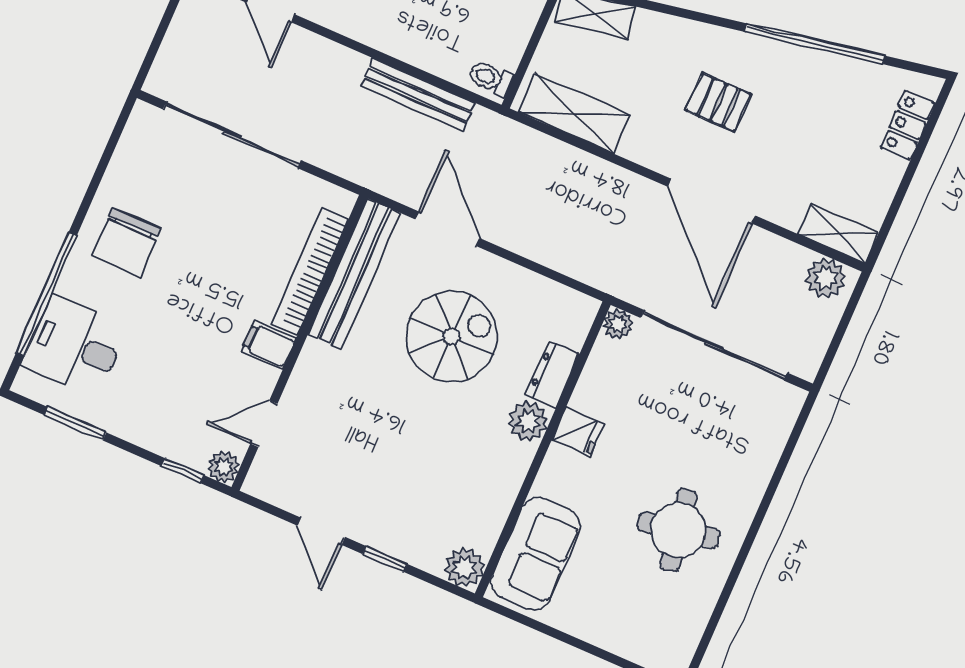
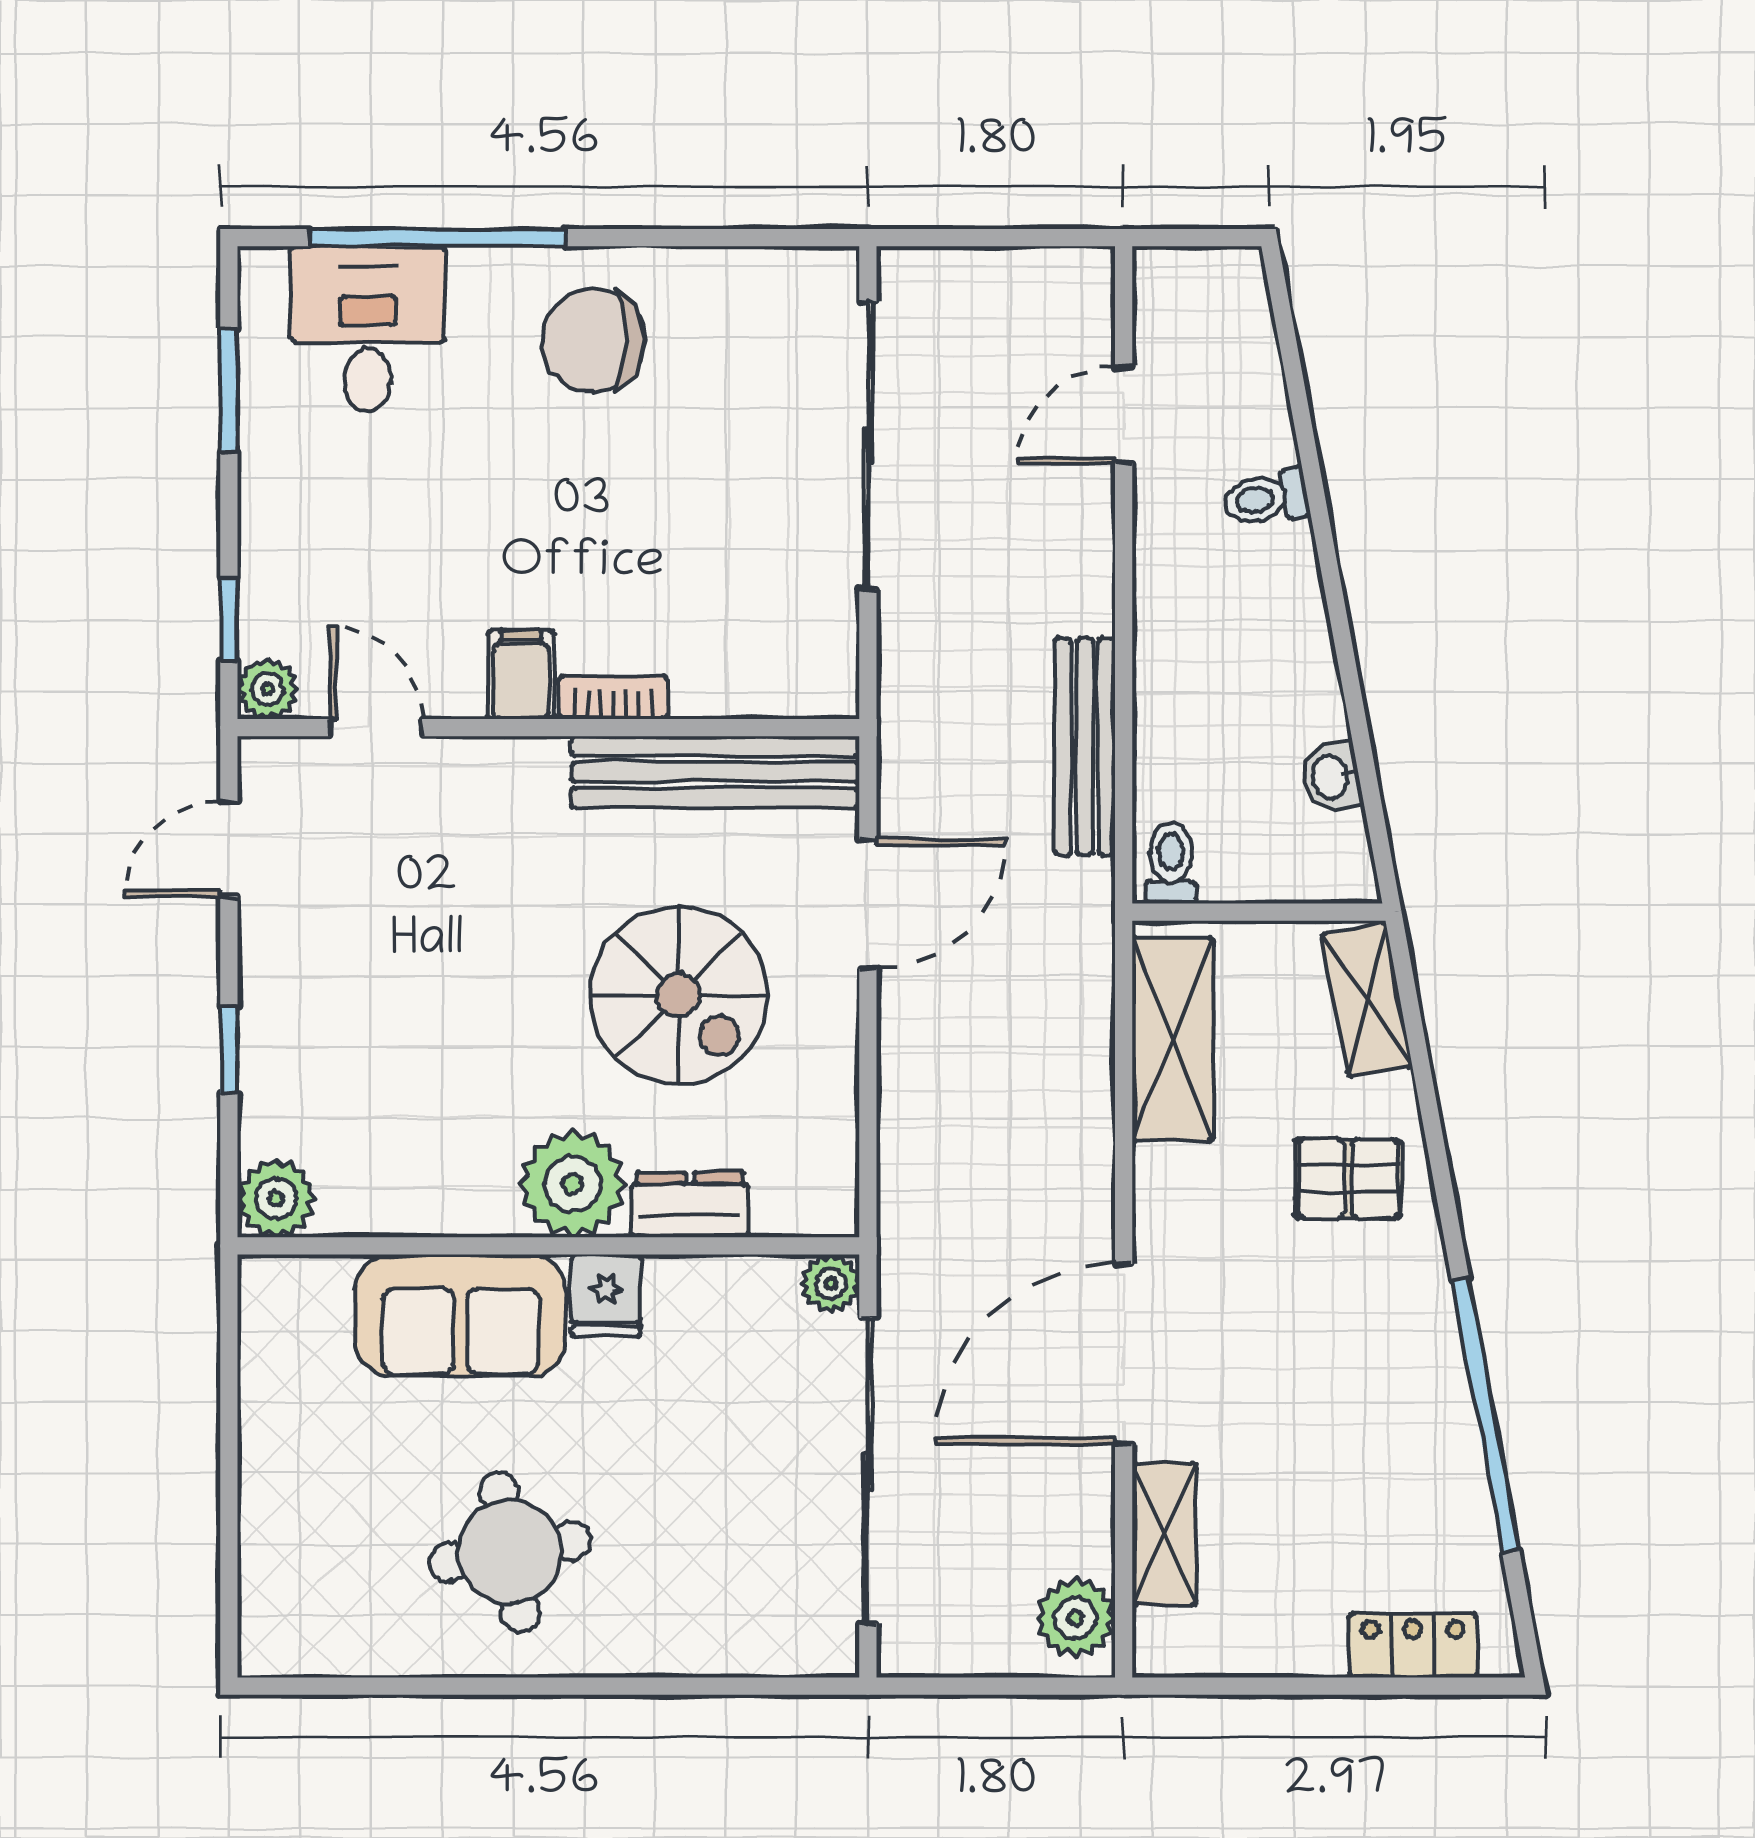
pallet: (718, 102) -> (1348, 1179), moved, turned 90
shelving: (838, 234) -> (1164, 1534), moved
bookcase: (310, 272) -> (614, 698), width x0.43, depth x0.76
plant: (528, 421) -> (573, 1184), width x1.36, depth x1.36
door: (321, 531) -> (229, 849), moved
sofa: (536, 554) -> (461, 1315), moved

